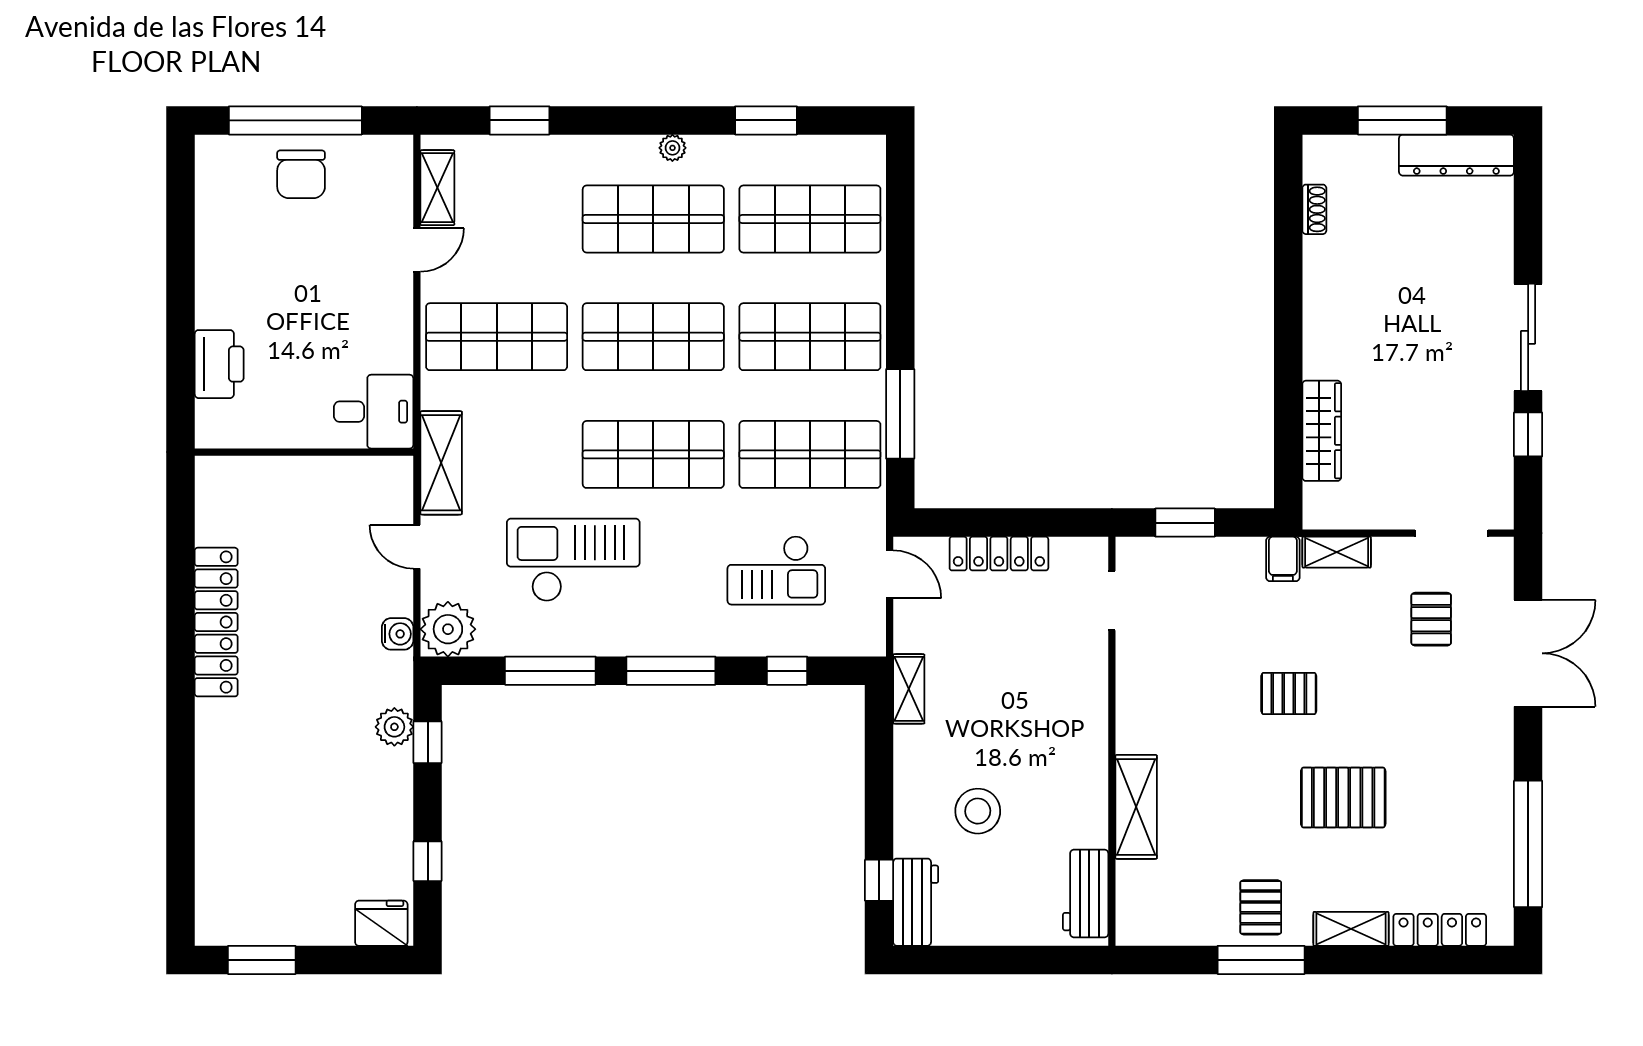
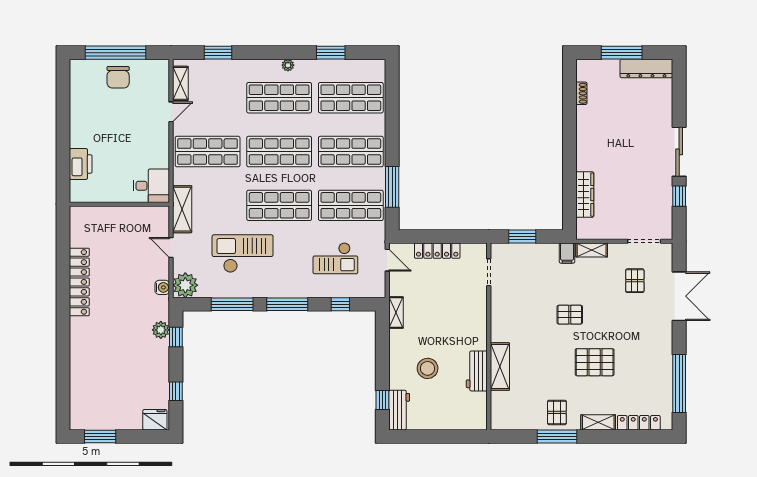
workbench: (1086, 893) -> (477, 371), moved

